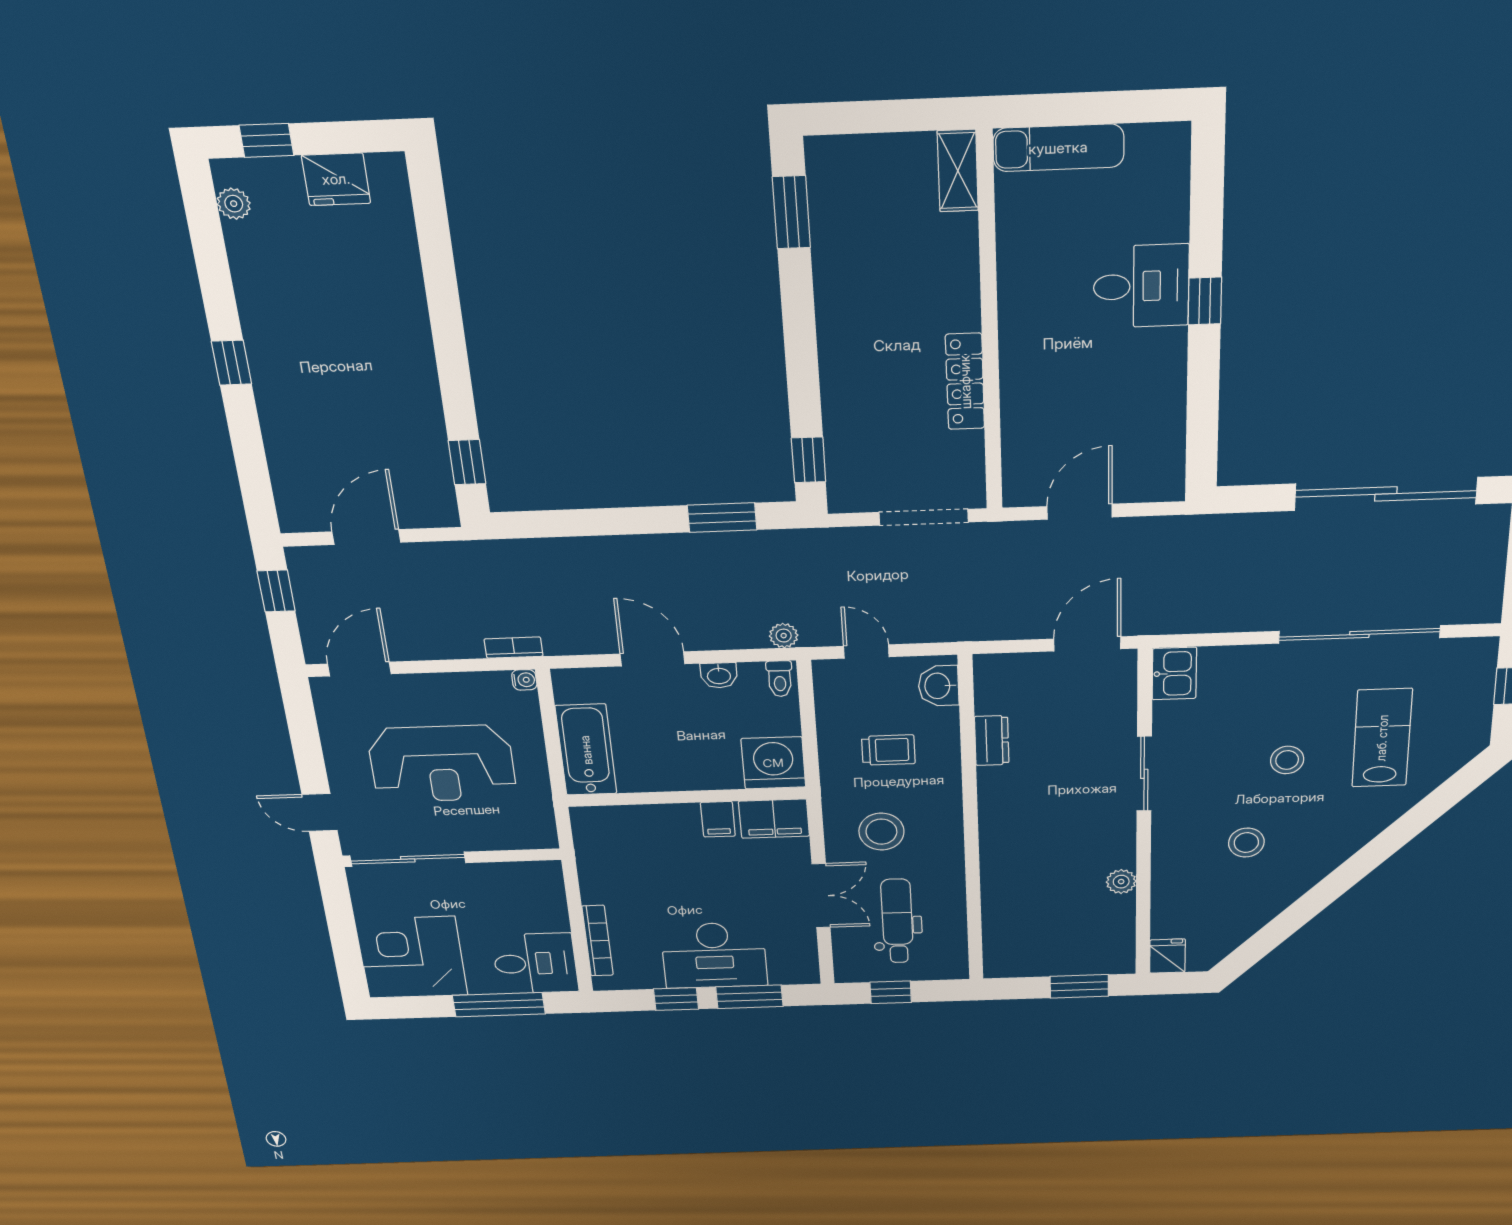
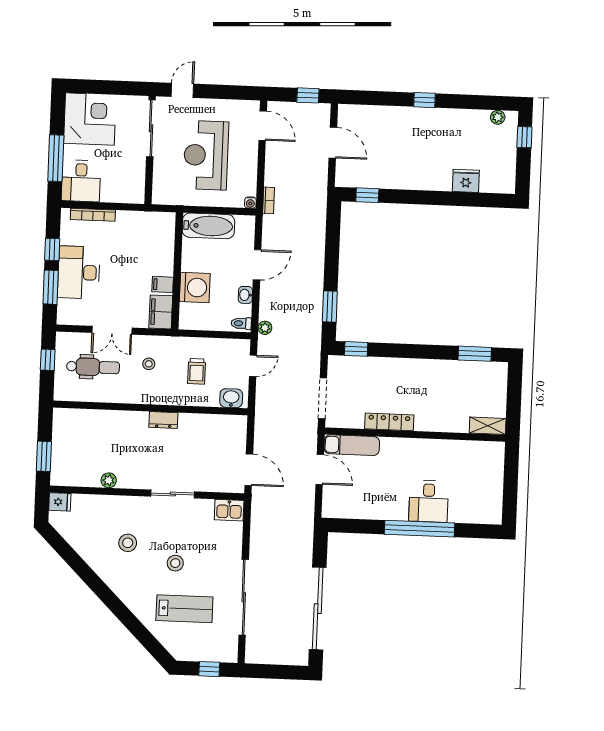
exam couch: (1058, 148) -> (352, 445), moved, turned -90
fridge: (336, 179) -> (466, 181), moved, turned 90
window: (1205, 301) -> (419, 529), width x3.17
dresser: (992, 740) -> (163, 420), moved
washing machine: (773, 763) -> (195, 287), moved
stool: (881, 832) -> (149, 364), width x0.53, depth x0.53

